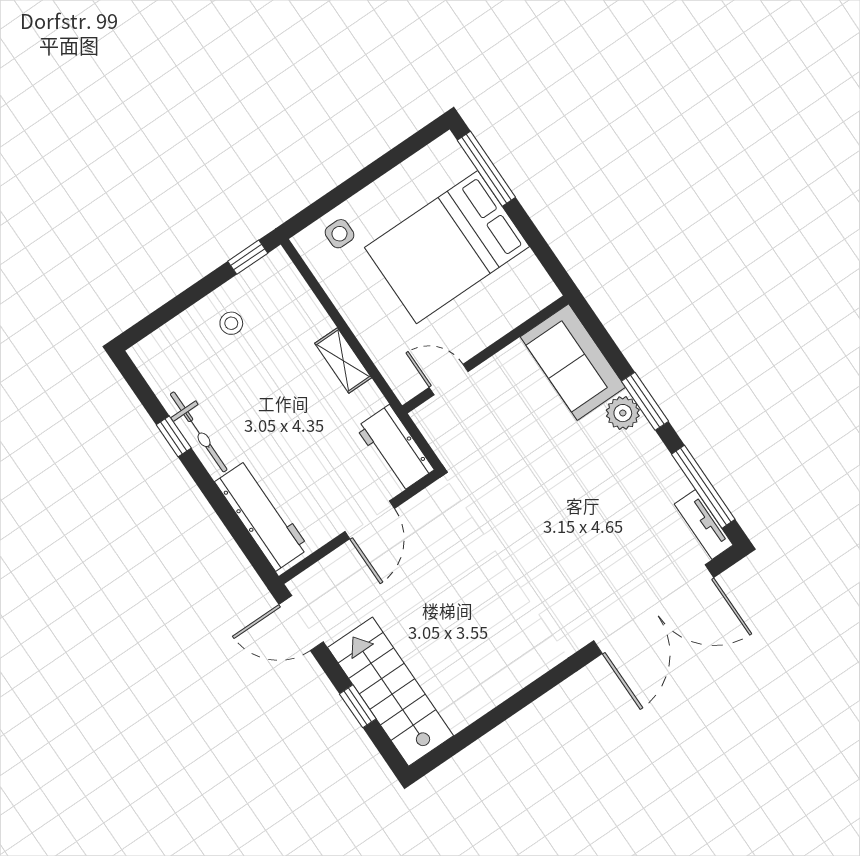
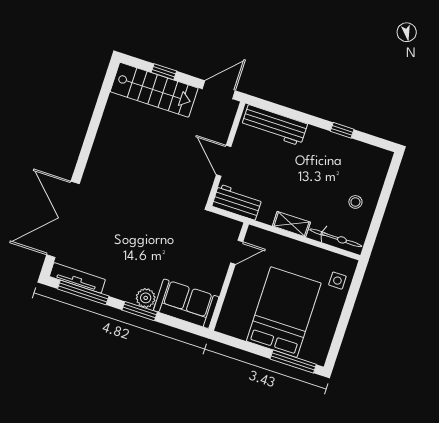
window: (248, 257) -> (371, 238), removed
bicycle: (199, 432) -> (336, 238), moved, turned 180
tv unit: (704, 524) -> (77, 278), width x1.41

